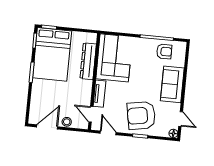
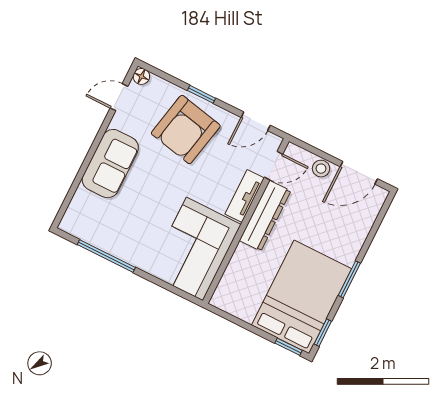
armchair: (164, 52) -> (103, 227), removed
dresser: (88, 61) -> (265, 216), moved
door: (91, 114) -> (274, 166), hinge flipped
armchair: (141, 116) -> (186, 130), turned 112
door: (181, 119) -> (119, 97), hinge flipped
door: (108, 133) -> (256, 121), hinge flipped

